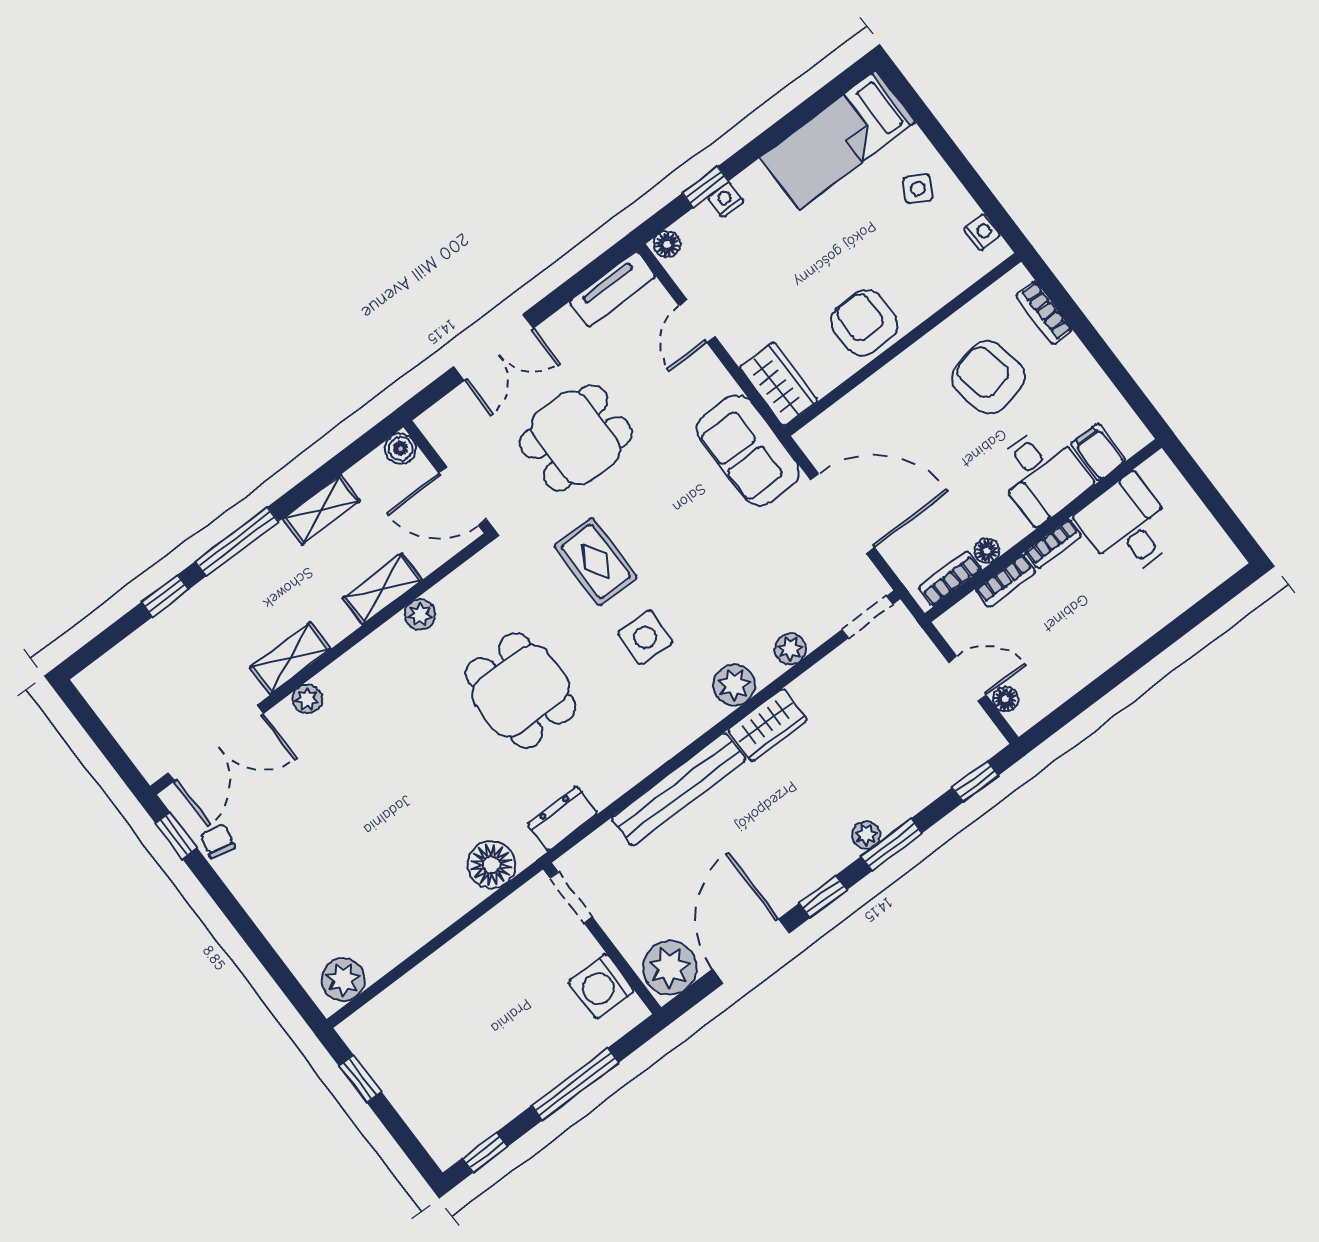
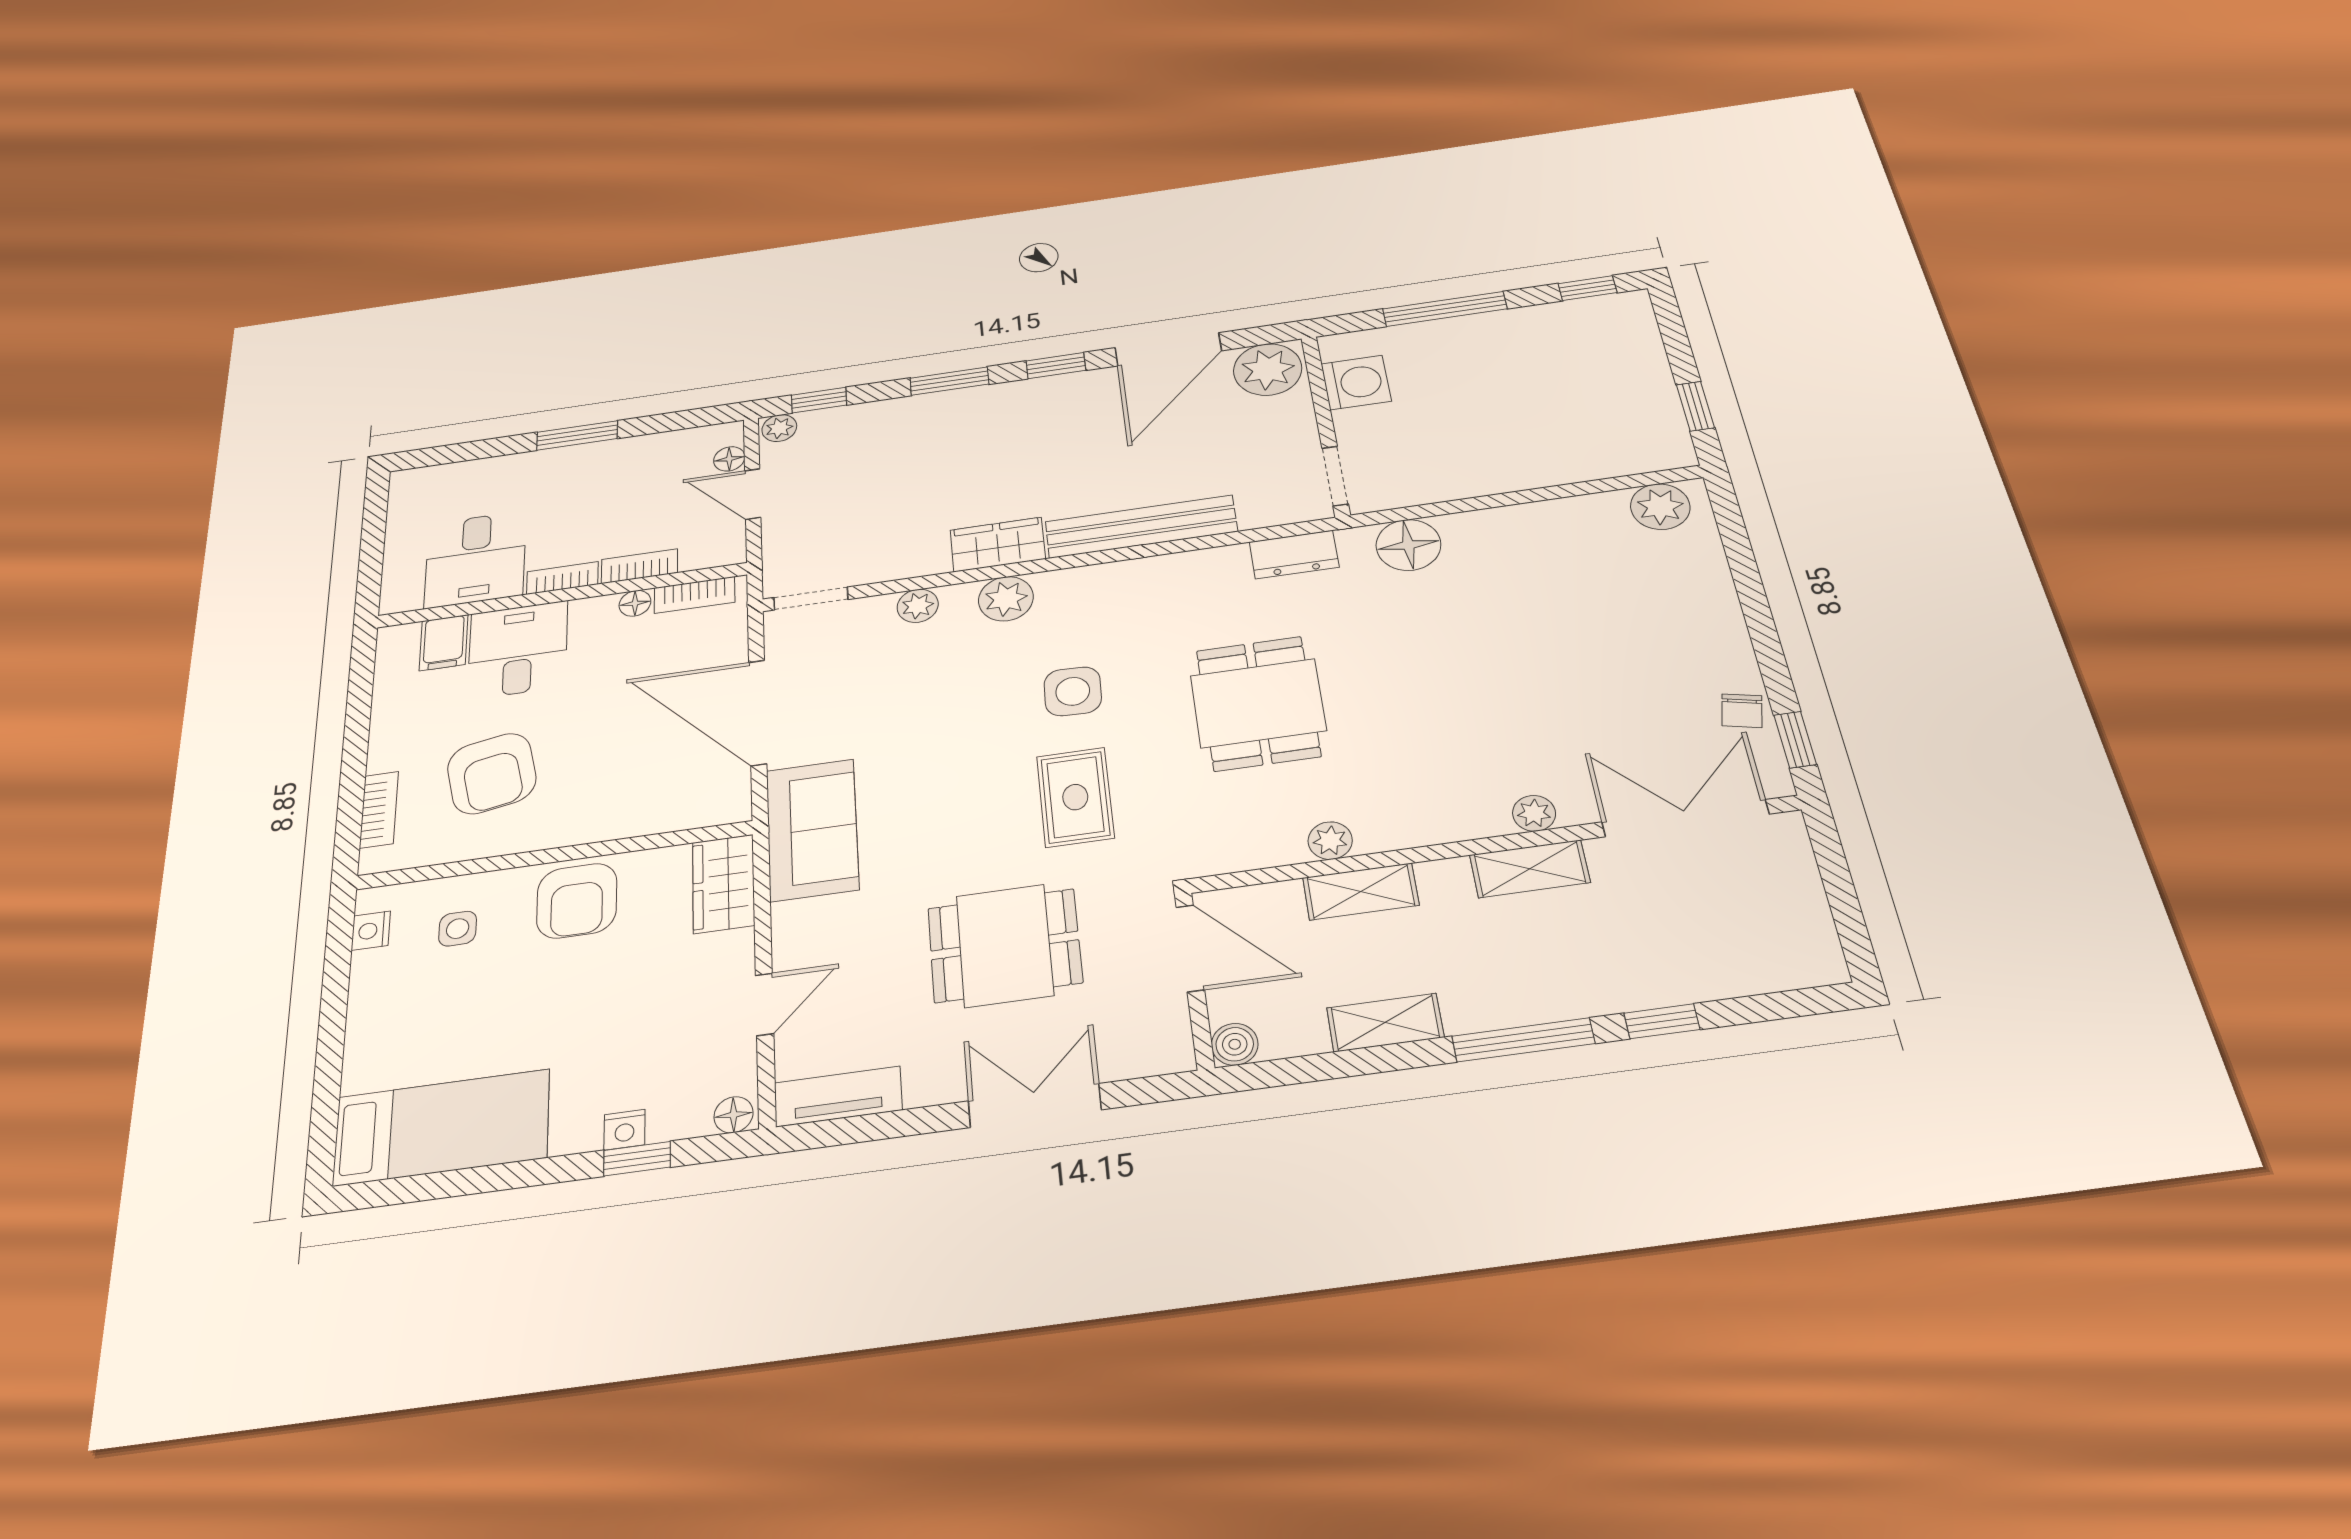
side table: (918, 189) -> (458, 929), moved, turned -30
window: (1132, 663) -> (577, 435), added
plant: (866, 835) -> (779, 428), moved

